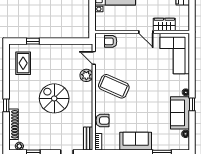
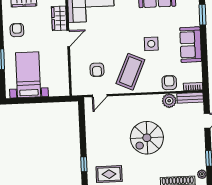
armchair: (111, 41) -> (97, 70), moved
plant: (86, 75) -> (169, 101), moved
side table: (138, 106) -> (151, 44), added

